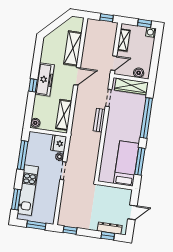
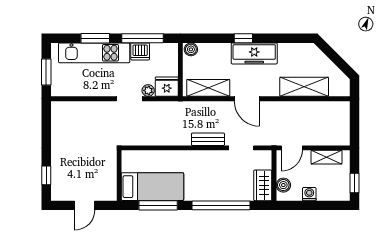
window: (107, 18) -> (354, 128), removed
washing machine: (151, 32) -> (309, 194), moved
door: (114, 63) -> (292, 148), hinge flipped
door: (77, 76) -> (247, 99), moved
wardrobe: (131, 86) -> (263, 185), width x0.67
dishwasher: (32, 158) -> (140, 51), added
window: (16, 199) -> (95, 38), moved
door: (132, 212) -> (85, 205), hinge flipped
dresser: (110, 228) -> (57, 176), removed
window: (70, 230) -> (46, 121), removed

